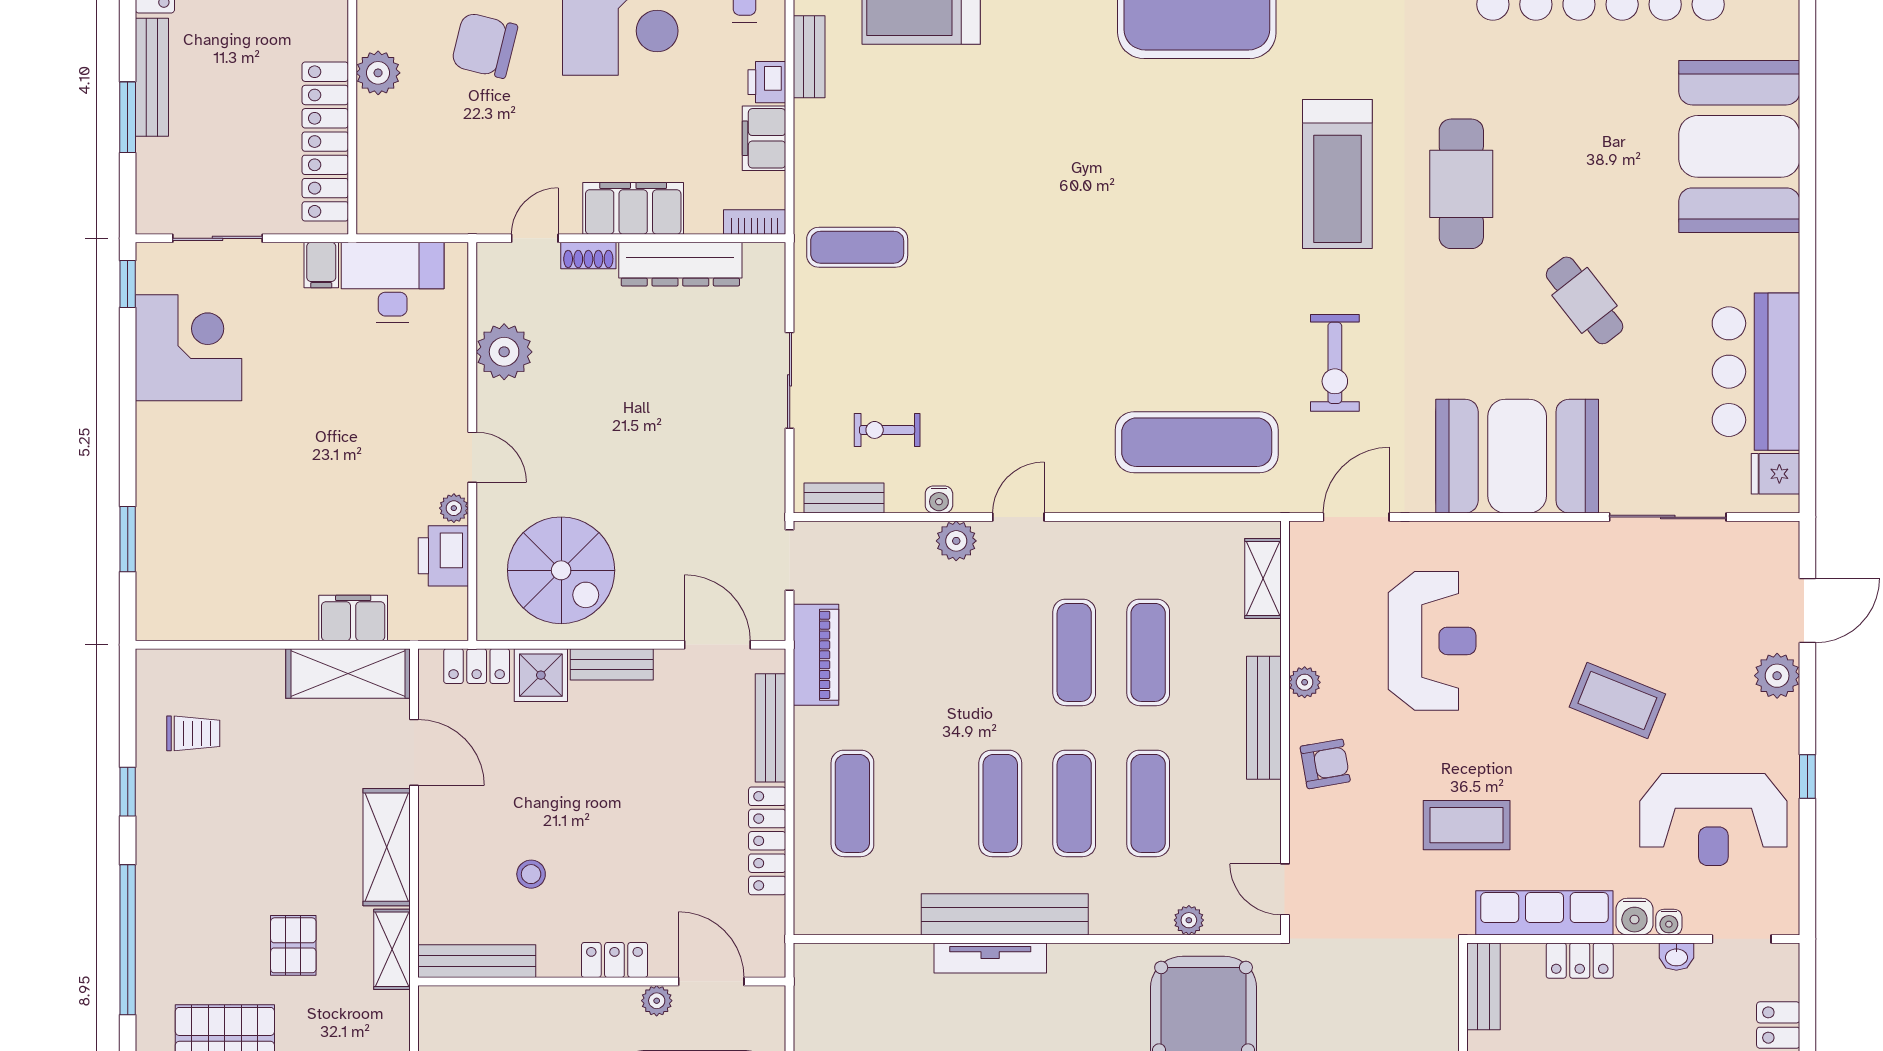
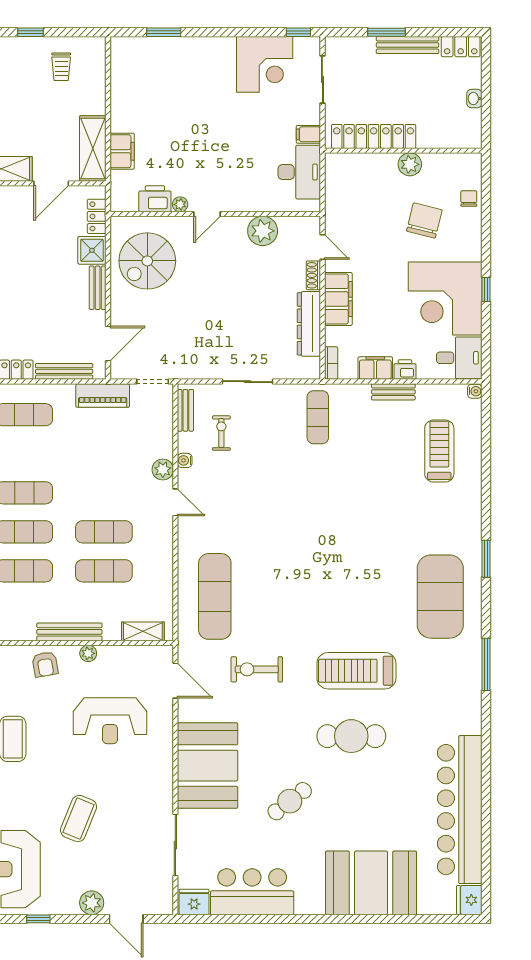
bench: (809, 57) -> (393, 392), moved
fridge: (1776, 474) -> (194, 902), width x1.38

